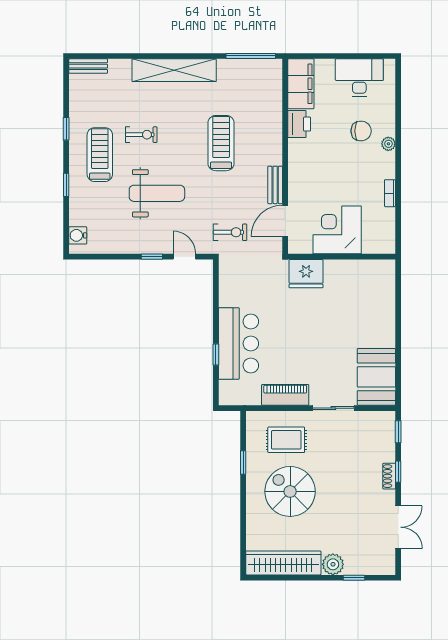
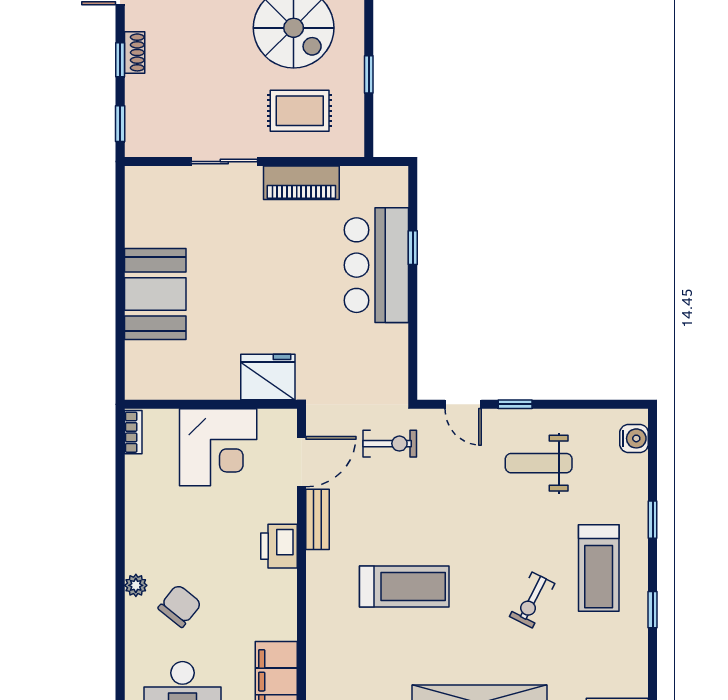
printer: (299, 124) -> (279, 546), moved
chair: (361, 131) -> (180, 606), turned 129
exercise bike: (141, 135) -> (532, 600), turned -63
treadmill: (221, 143) -> (404, 586), turned -90
weight bench: (157, 193) -> (539, 463), moved, width x0.73, depth x0.75
bookcase: (390, 193) -> (133, 432), moved
exercise bike: (230, 232) -> (390, 444), turned 180
booth: (376, 377) -> (155, 294), moved

